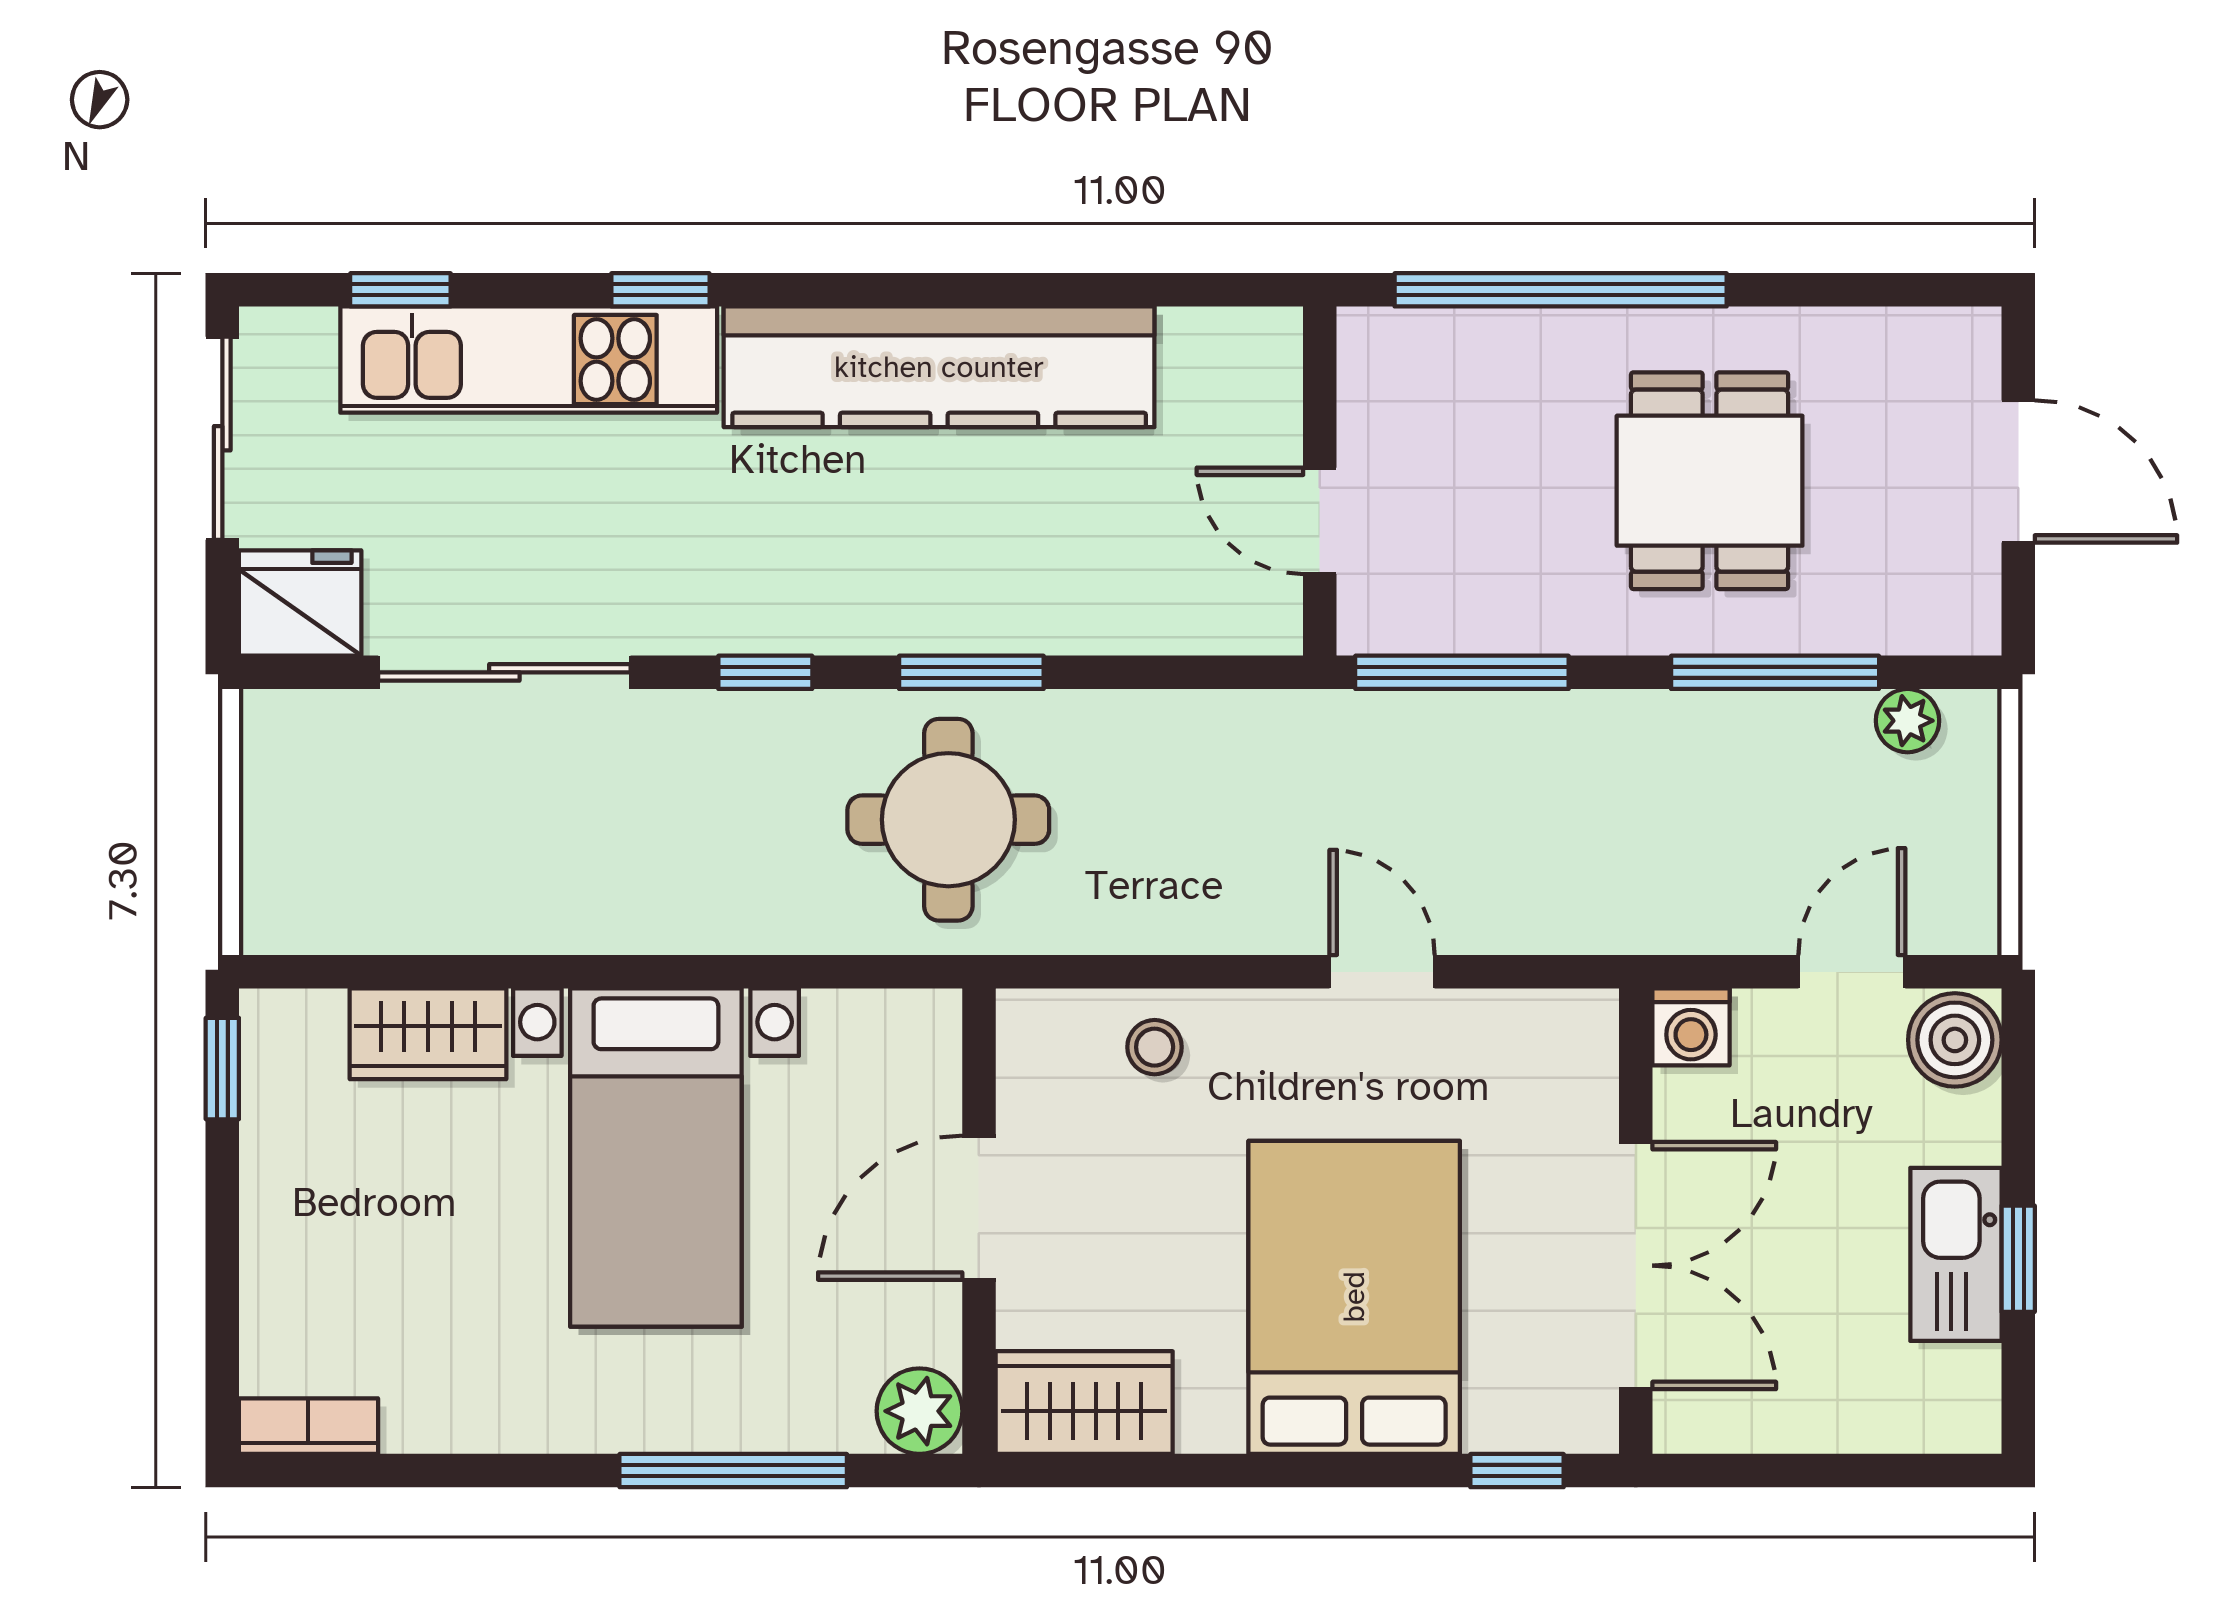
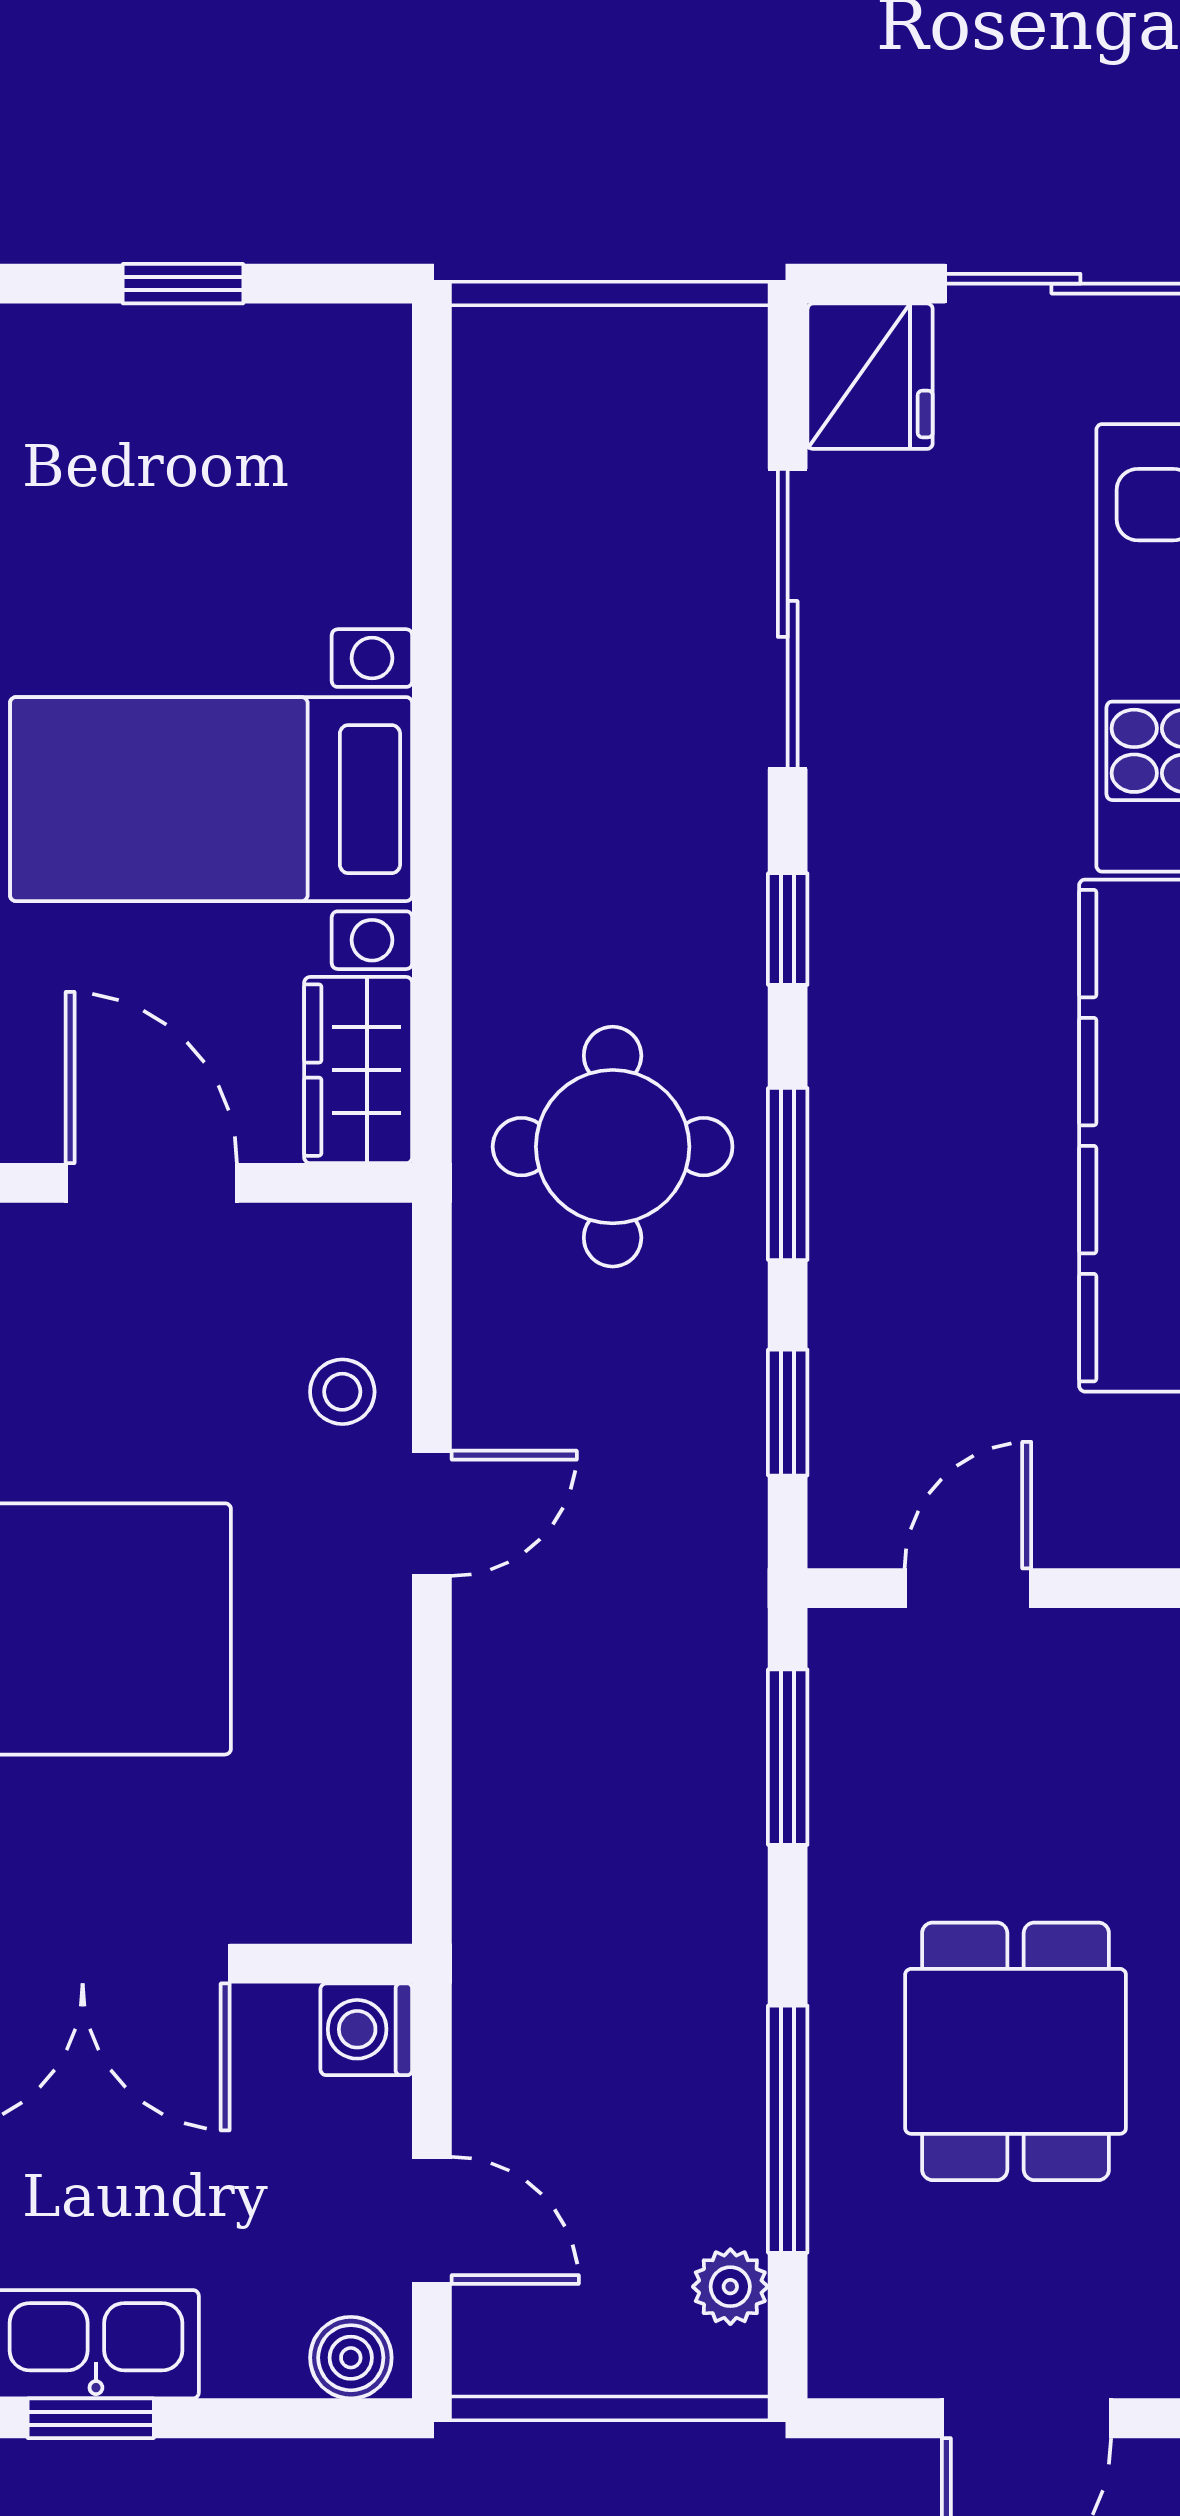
dining table: (1710, 481) -> (1016, 2051), turned 90
window: (1172, 672) -> (788, 1413), added
window: (1462, 672) -> (788, 1757), width x0.69
door: (1382, 972) -> (432, 1513), moved
wardrobe: (428, 1034) -> (358, 1070), moved
boiler: (1955, 1040) -> (351, 2358), width x0.73, depth x0.73
window: (222, 1069) -> (183, 284), moved

